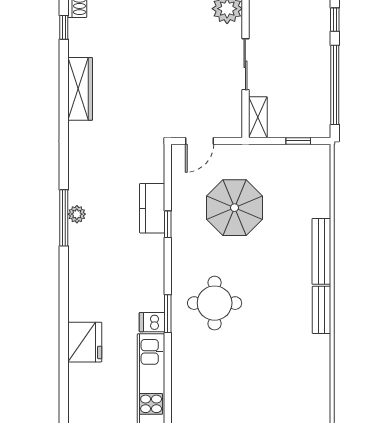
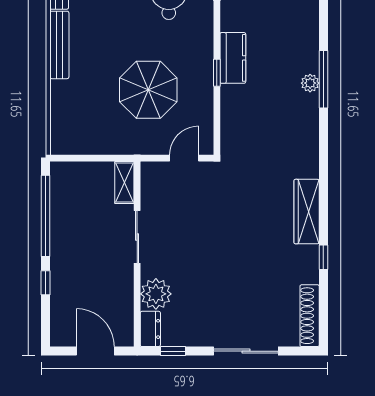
window: (64, 27) -> (323, 257), moved
window: (298, 141) -> (83, 158), removed
kitchen counter: (152, 208) -> (233, 58), moved

